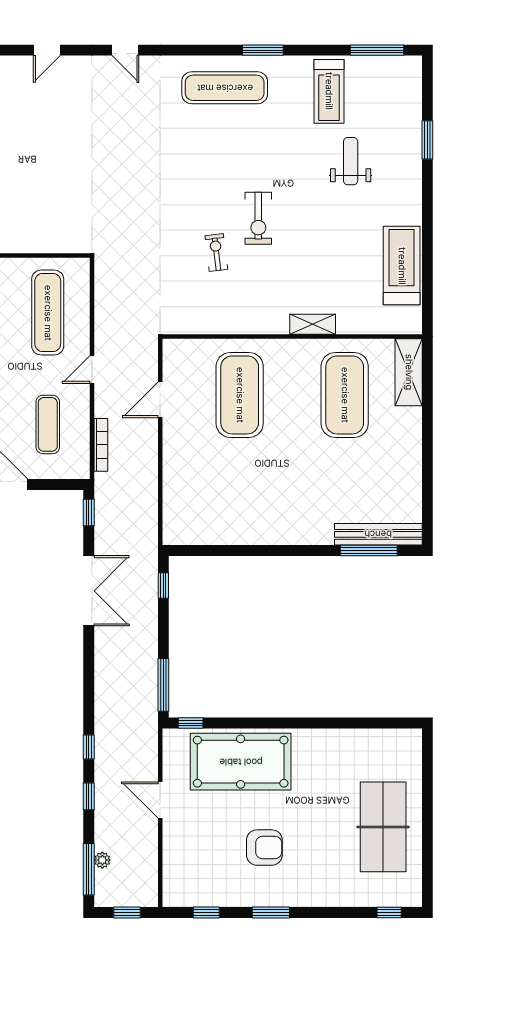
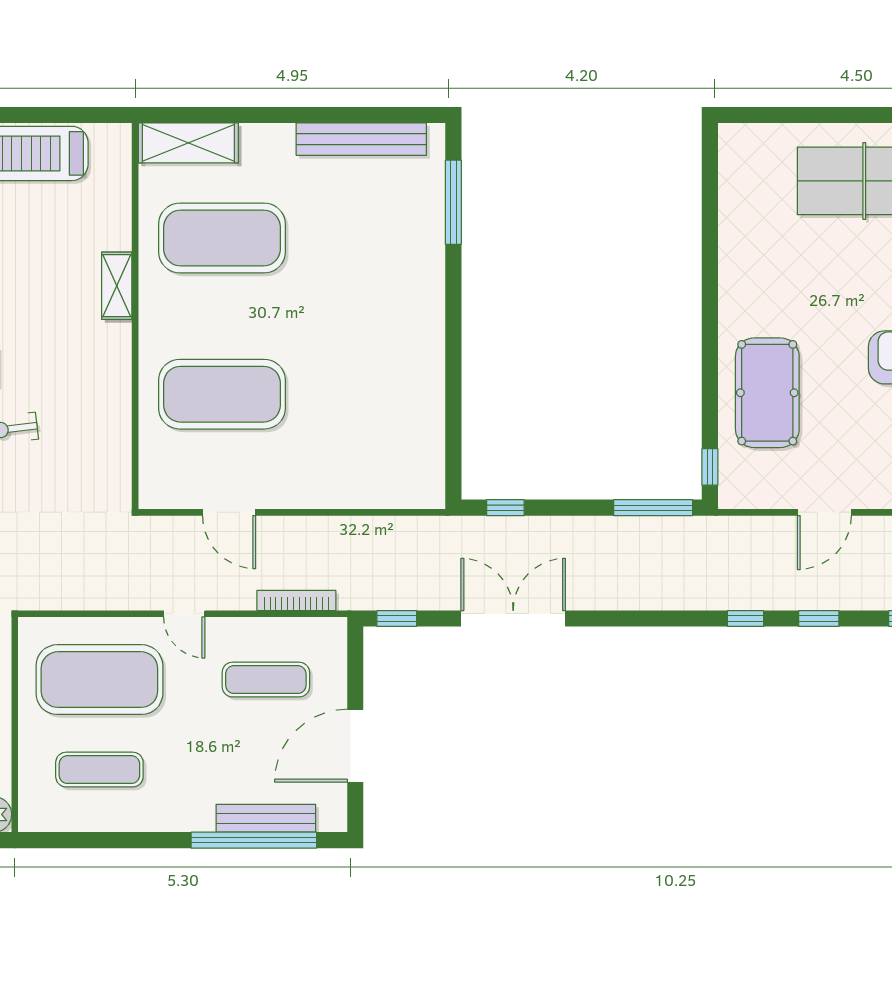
exercise mat: (48, 313) -> (99, 680), width x1.47
bench: (378, 534) -> (361, 139), moved, turned 90
pool table: (241, 762) -> (767, 393), width x0.73, depth x0.76

